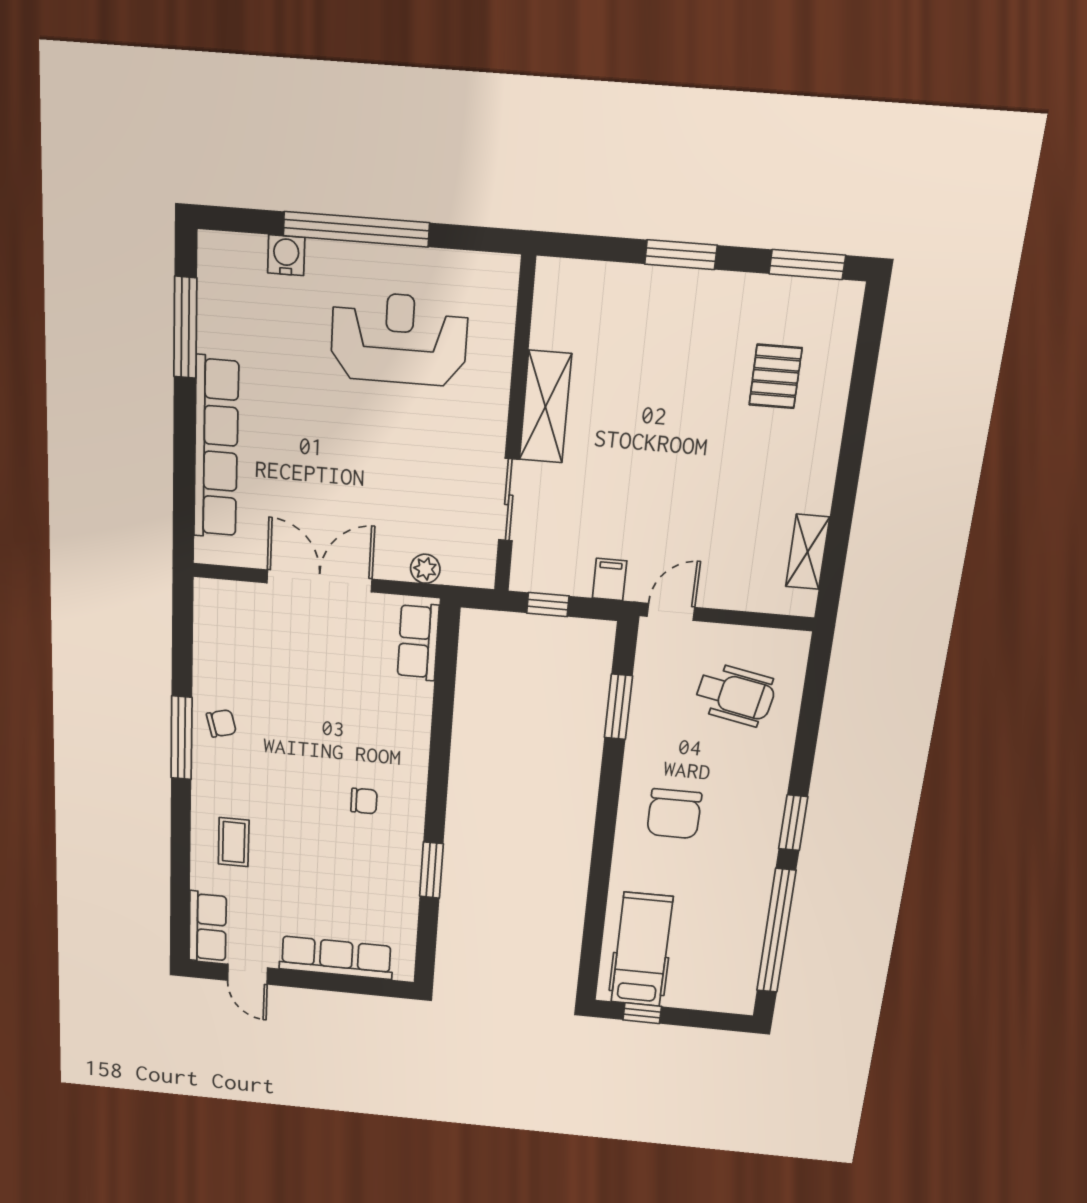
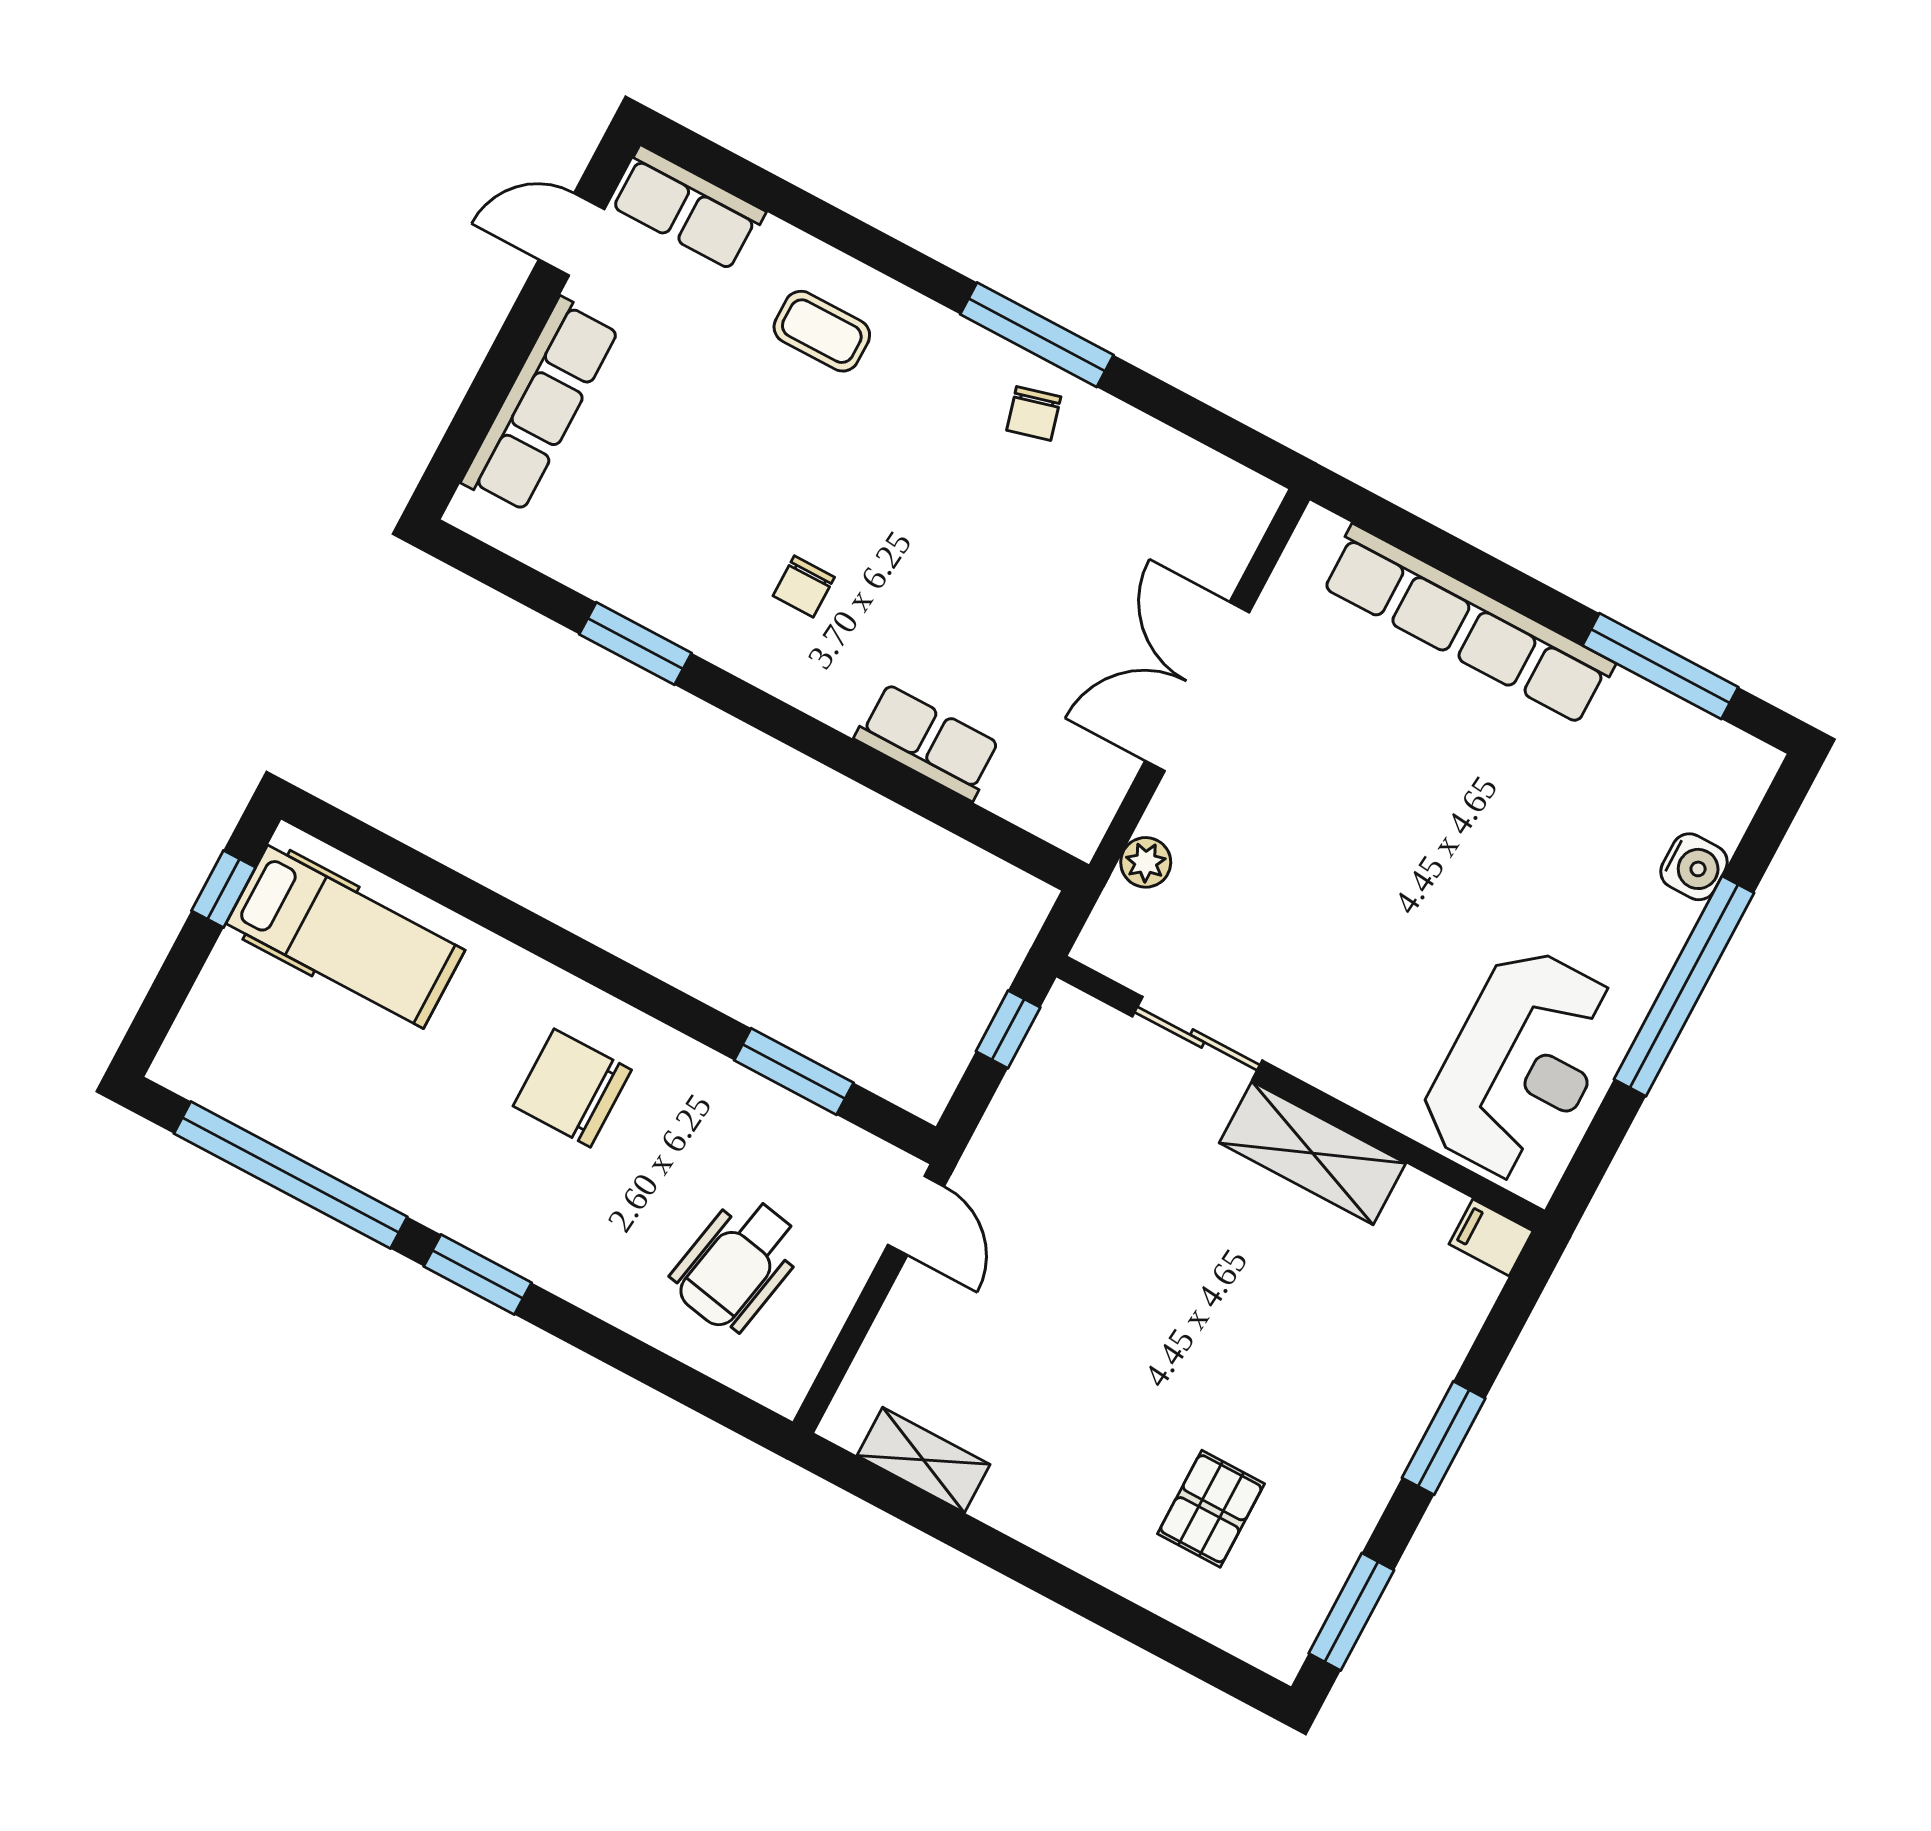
reception desk: (399, 339) -> (1521, 1065), moved
pallet: (776, 376) -> (1211, 1509), turned 90
filing cabinet: (610, 579) -> (1491, 1238), moved, turned 180
double door: (319, 581) -> (1197, 687), swing flipped
row of seats: (418, 642) -> (928, 742), moved

